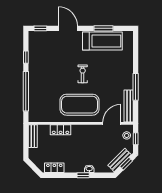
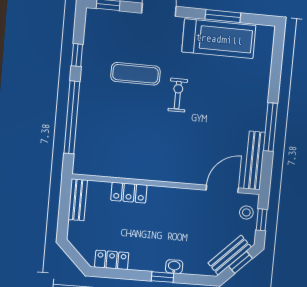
exercise mat: (80, 105) -> (136, 74), moved, width x0.50, depth x0.69

